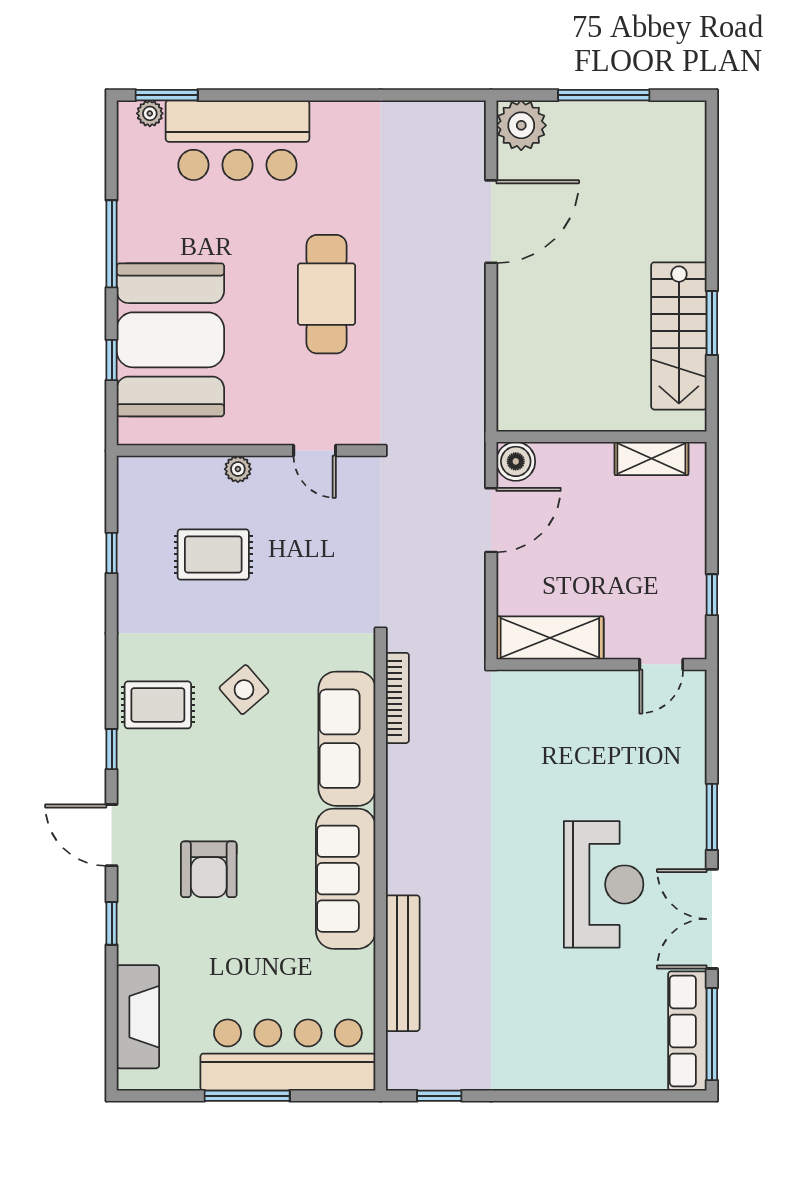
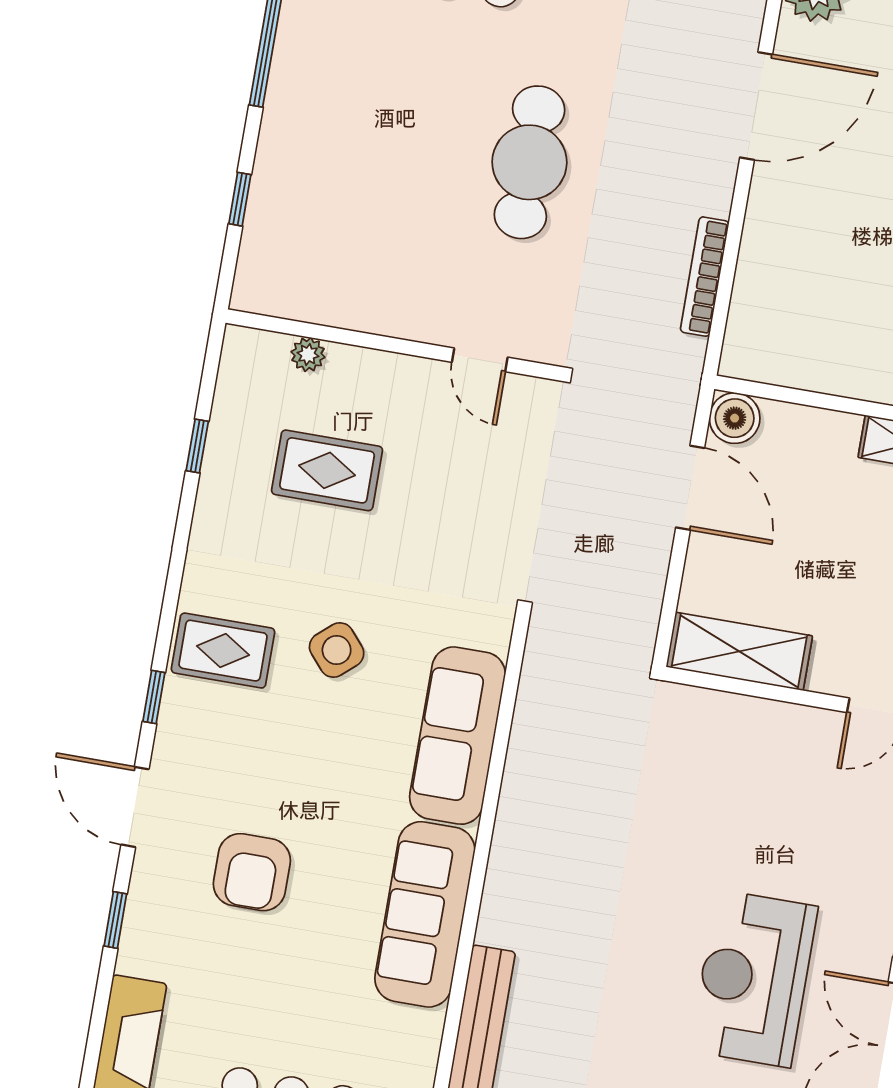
booth: (170, 340) -> (320, 186), removed
plant: (238, 469) -> (308, 354), moved
door: (491, 520) -> (690, 488), hinge flipped
bookcase: (397, 698) -> (705, 277), moved, turned 180
reception desk: (604, 884) -> (754, 979), turned 180

